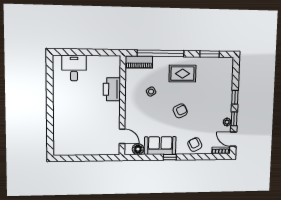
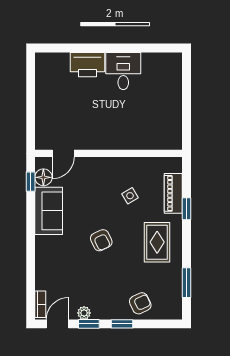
window: (161, 53) -> (187, 209), width x0.32
piano: (139, 62) -> (173, 193), moved
desk: (74, 68) -> (123, 71), moved, turned -90
printer: (112, 89) -> (87, 65), moved, turned 180
armchair: (195, 145) -> (140, 303), moved
window: (170, 157) -> (31, 182), moved

